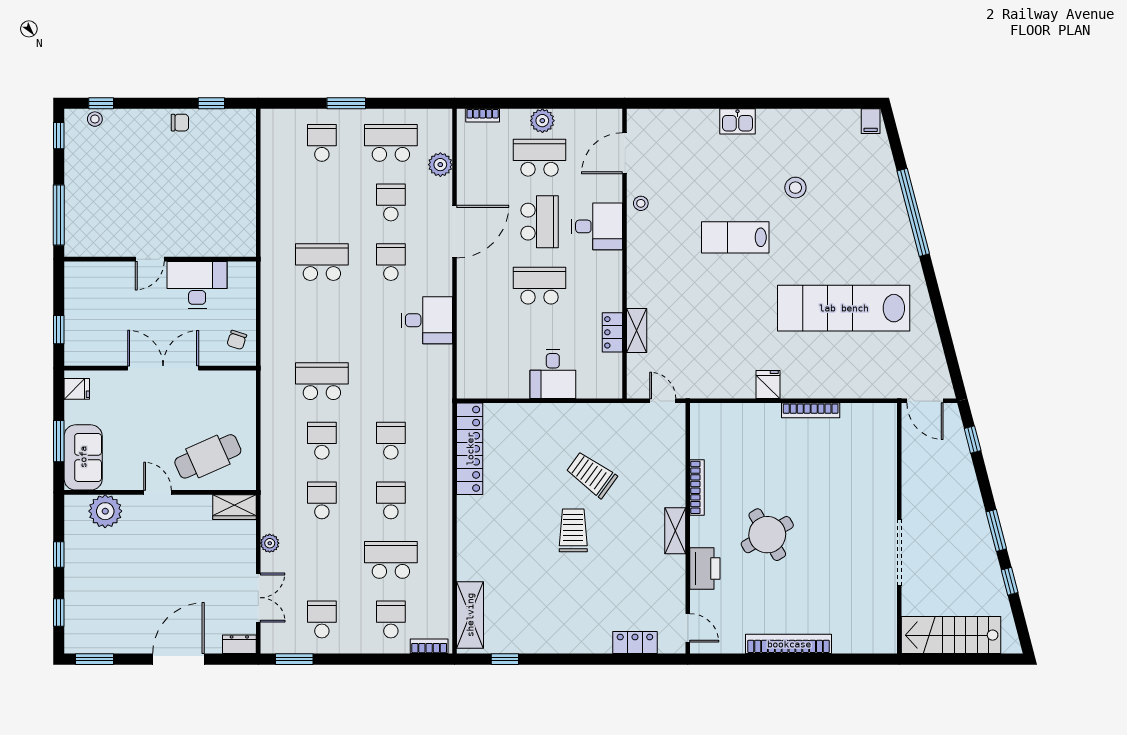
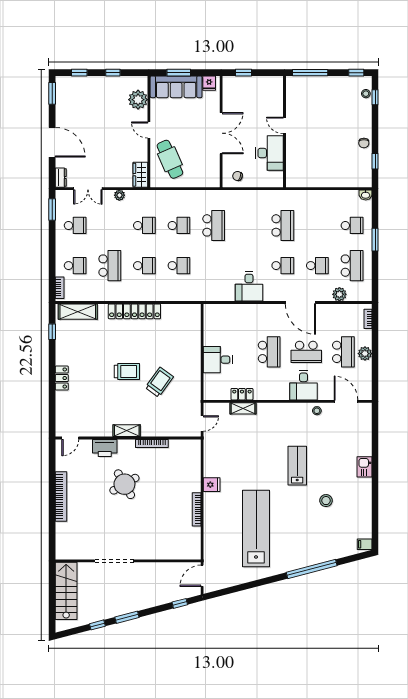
washbasin: (269, 120) -> (366, 195), added
locker: (470, 449) -> (134, 311), moved
sofa: (83, 457) -> (176, 87), width x1.36
door: (158, 492) -> (149, 130), swing flipped
locker: (635, 643) -> (62, 378), moved

